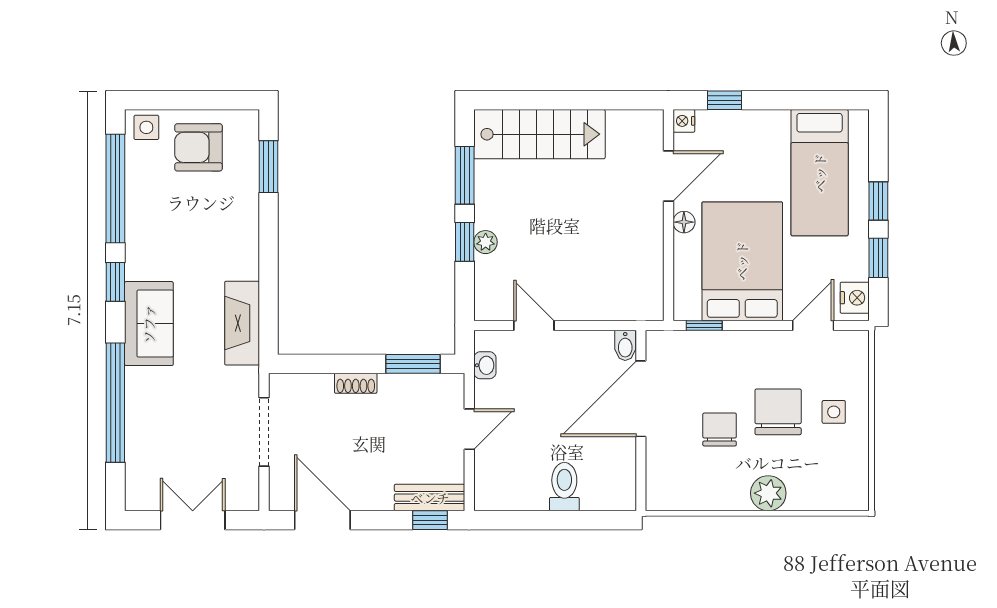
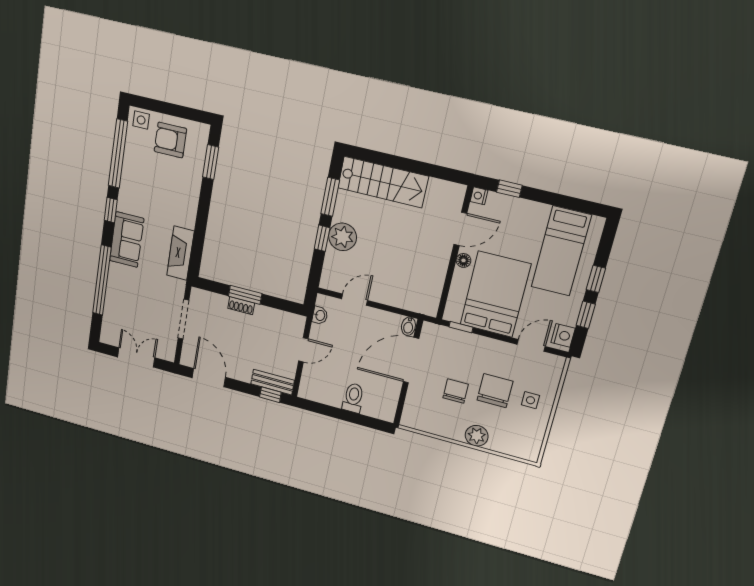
plant: (486, 242) -> (343, 237), width x1.88, depth x1.88
door: (534, 326) -> (355, 300), hinge flipped
window: (413, 364) -> (245, 295), moved

